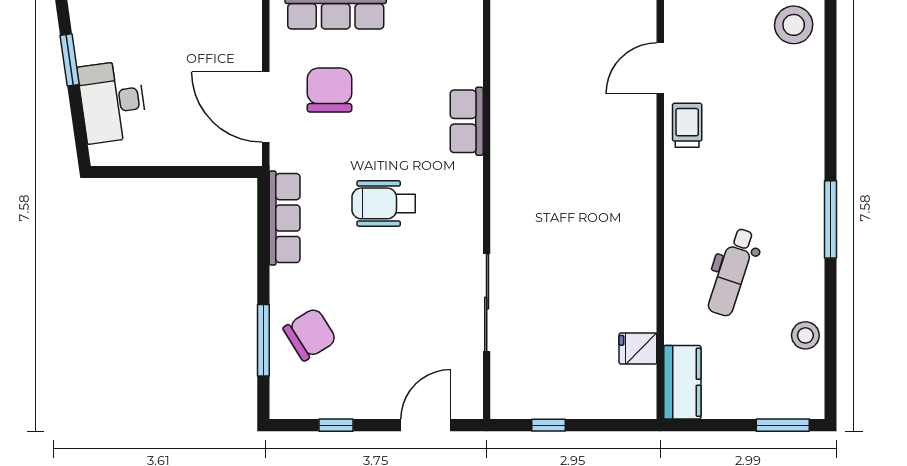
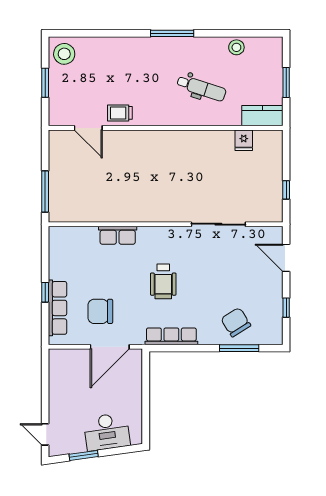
window: (783, 425) -> (286, 83), moved

